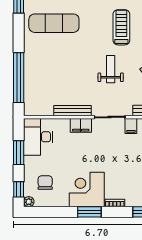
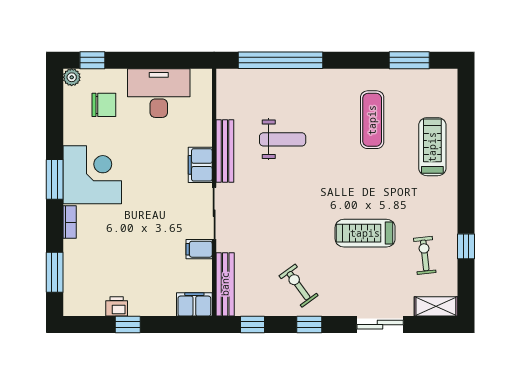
exercise mat: (54, 23) -> (372, 120), width x0.73, depth x0.69
treadmill: (121, 27) -> (365, 233), turned 180
weight bench: (111, 69) -> (283, 139), moved
desk: (38, 137) -> (159, 93), moved
window: (19, 153) -> (154, 60), removed

